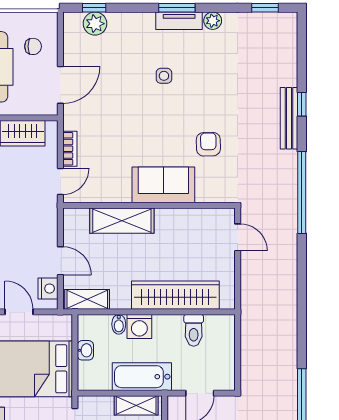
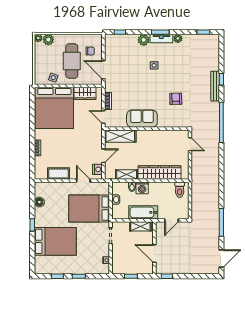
plant: (95, 24) -> (144, 40), moved
door: (60, 85) -> (103, 70), swing flipped
door: (60, 181) -> (103, 117), swing flipped
sofa: (163, 185) -> (142, 119), moved
shelving: (122, 221) -> (120, 136), moved
door: (60, 261) -> (103, 156), hinge flipped
shelving: (87, 299) -> (127, 175), moved
toilet: (194, 330) -> (180, 190), moved

